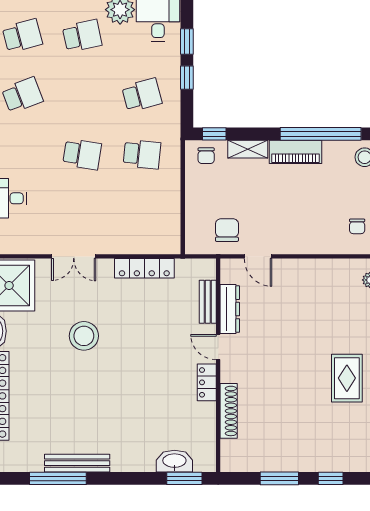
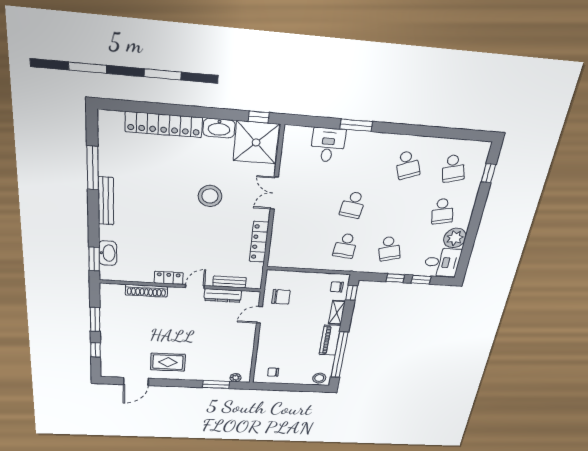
bench: (77, 463) -> (106, 201), moved

